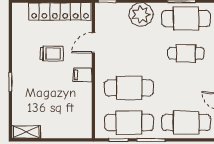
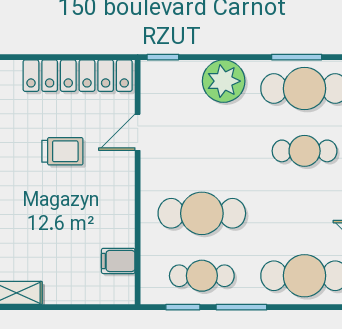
filing cabinet: (83, 75) -> (118, 261), moved
cafe table: (129, 123) -> (202, 276), width x0.73, depth x0.74

